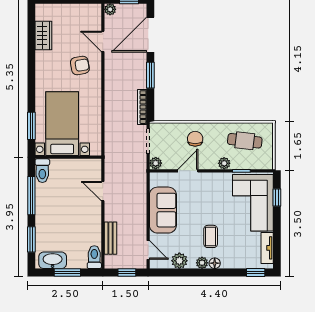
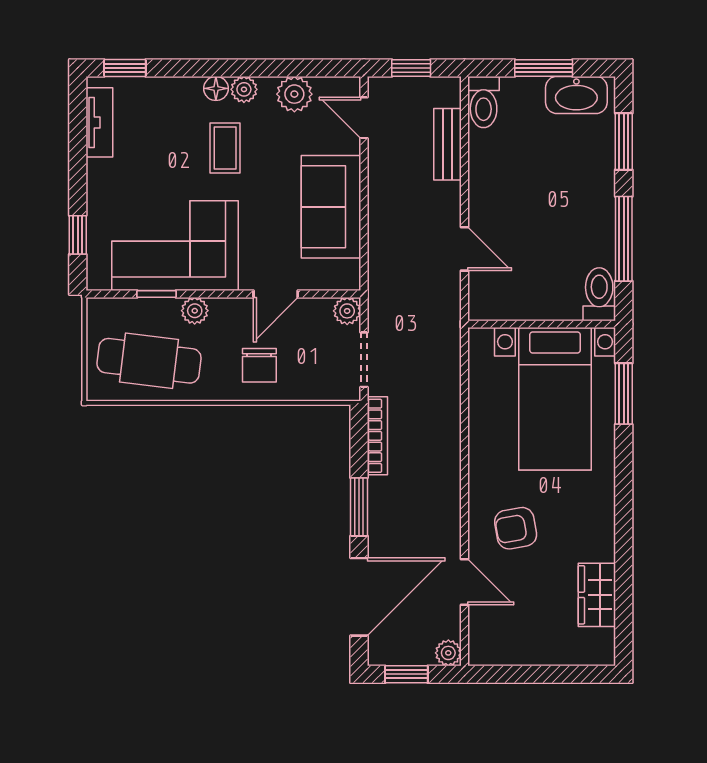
cafe table: (245, 141) -> (149, 361), width x1.37, depth x1.35
corner sofa: (253, 203) -> (175, 246), moved, turned -90

